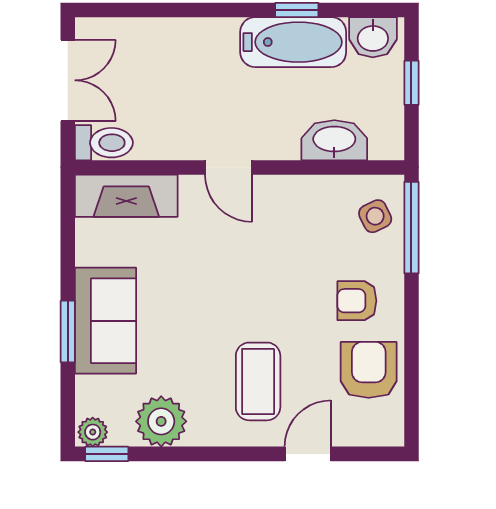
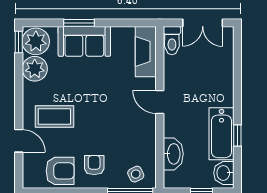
door: (229, 167) -> (160, 102), hinge flipped
plant: (93, 432) -> (36, 41), width x1.88, depth x1.88

